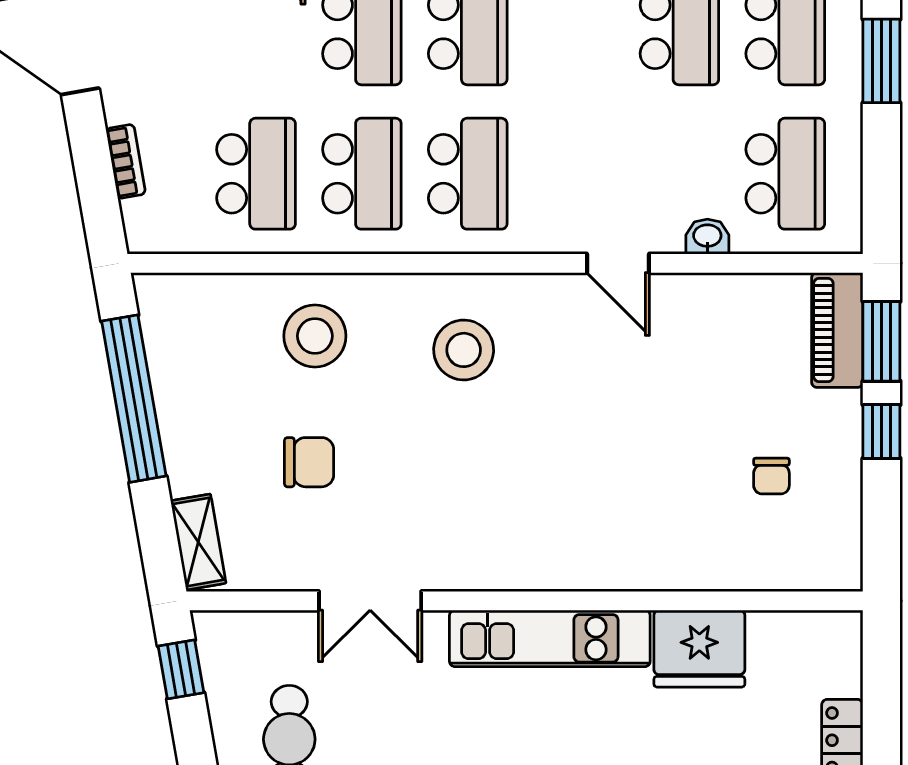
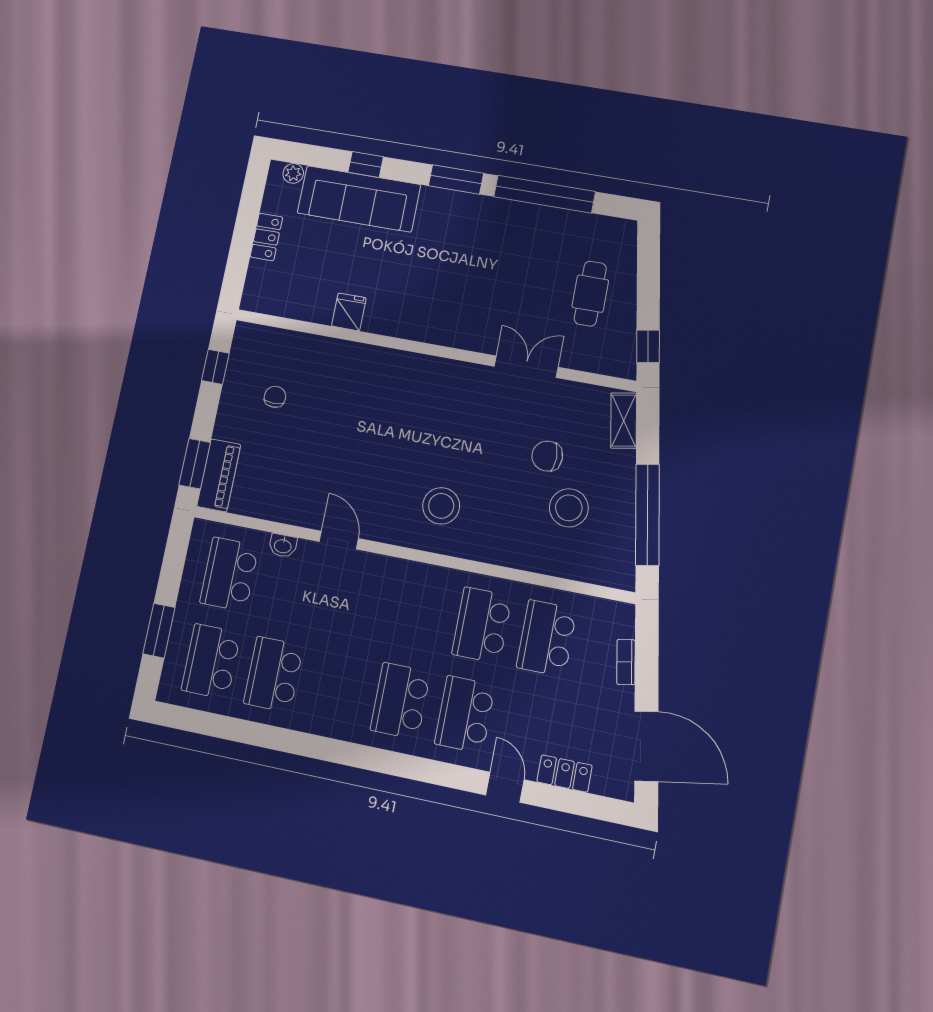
school desk: (468, 174) -> (418, 612), removed
stool: (315, 336) -> (569, 508), moved
window: (881, 431) -> (215, 367), moved
kitchen unit: (550, 638) -> (424, 326), removed
fridge: (699, 649) -> (349, 312), width x0.53, depth x0.75

